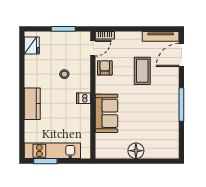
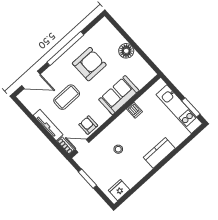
tv unit: (161, 36) -> (48, 125), moved
armchair: (105, 68) -> (88, 125), turned 90
dishwasher: (83, 98) -> (134, 110), moved
window: (181, 105) -> (65, 48), width x1.46
armchair: (152, 112) -> (89, 64), added

